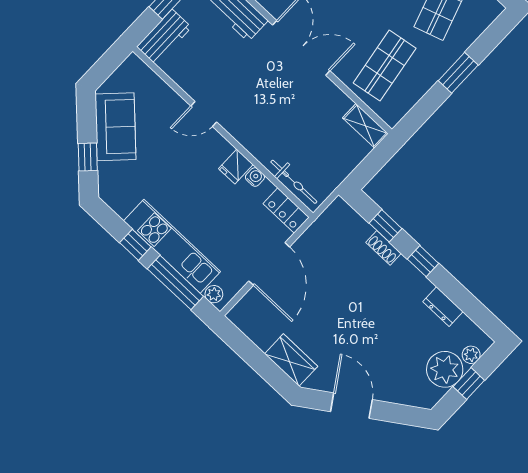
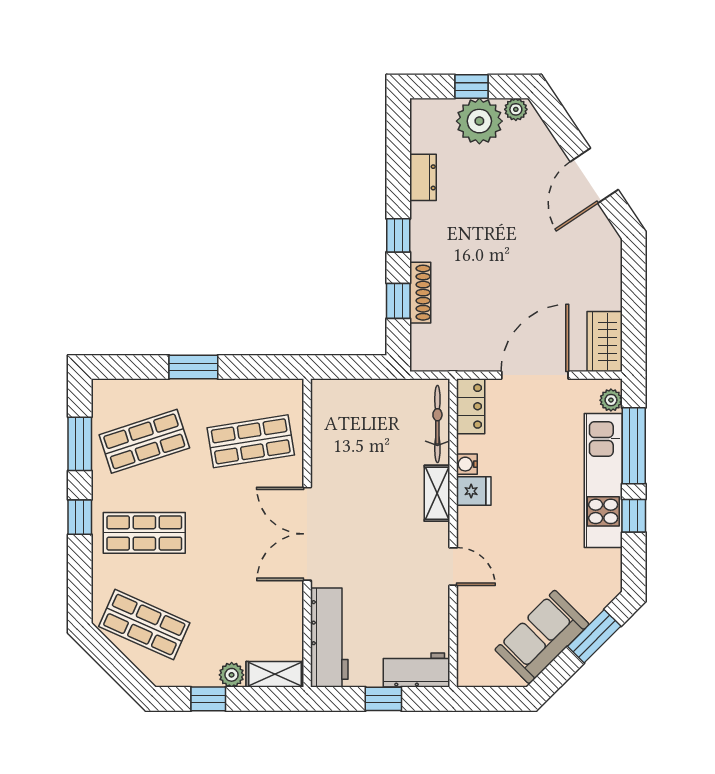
shelving: (365, 126) -> (437, 493), moved
window: (88, 157) -> (594, 636), width x1.50
shoe rack: (384, 248) -> (420, 293), width x1.43
plant: (471, 355) -> (516, 109), moved
wardrobe: (291, 360) -> (605, 342), moved

